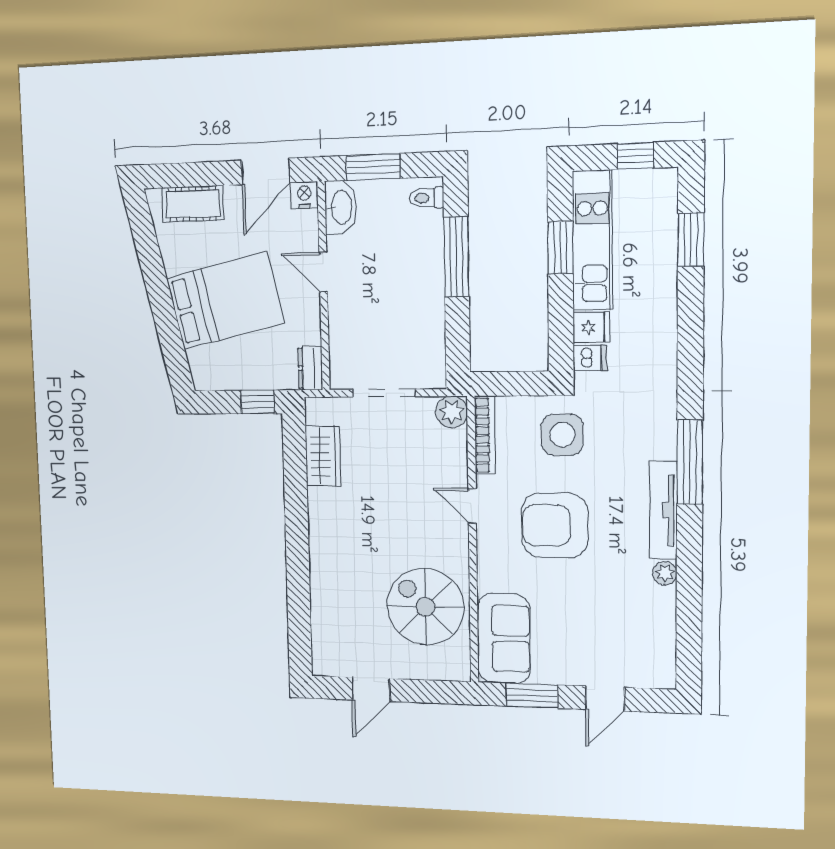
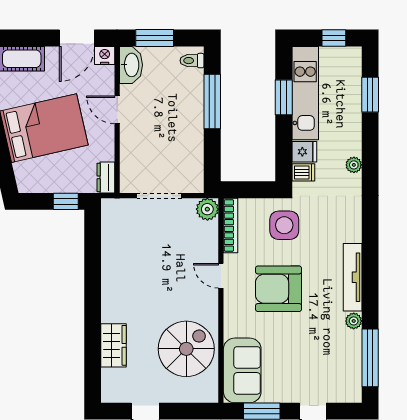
plant: (666, 346) -> (354, 165), added
wardrobe: (323, 456) -> (113, 345), moved
window: (690, 462) -> (370, 358), moved
spiral stairs: (425, 607) -> (186, 349), turned 90

